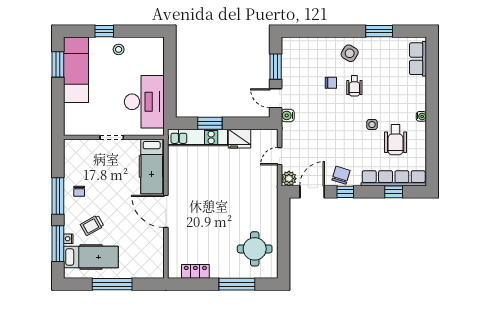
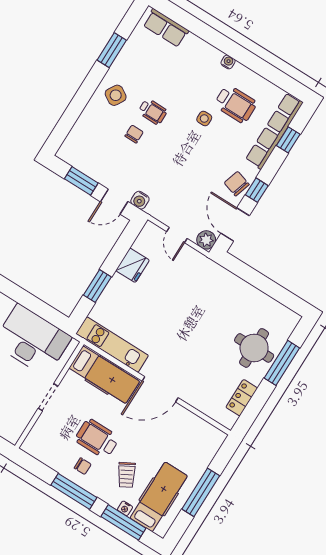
kitchen unit: (197, 137) -> (112, 345), moved, turned -90
wheelchair: (104, 189) -> (97, 439), added
round table: (255, 249) -> (254, 348), moved

